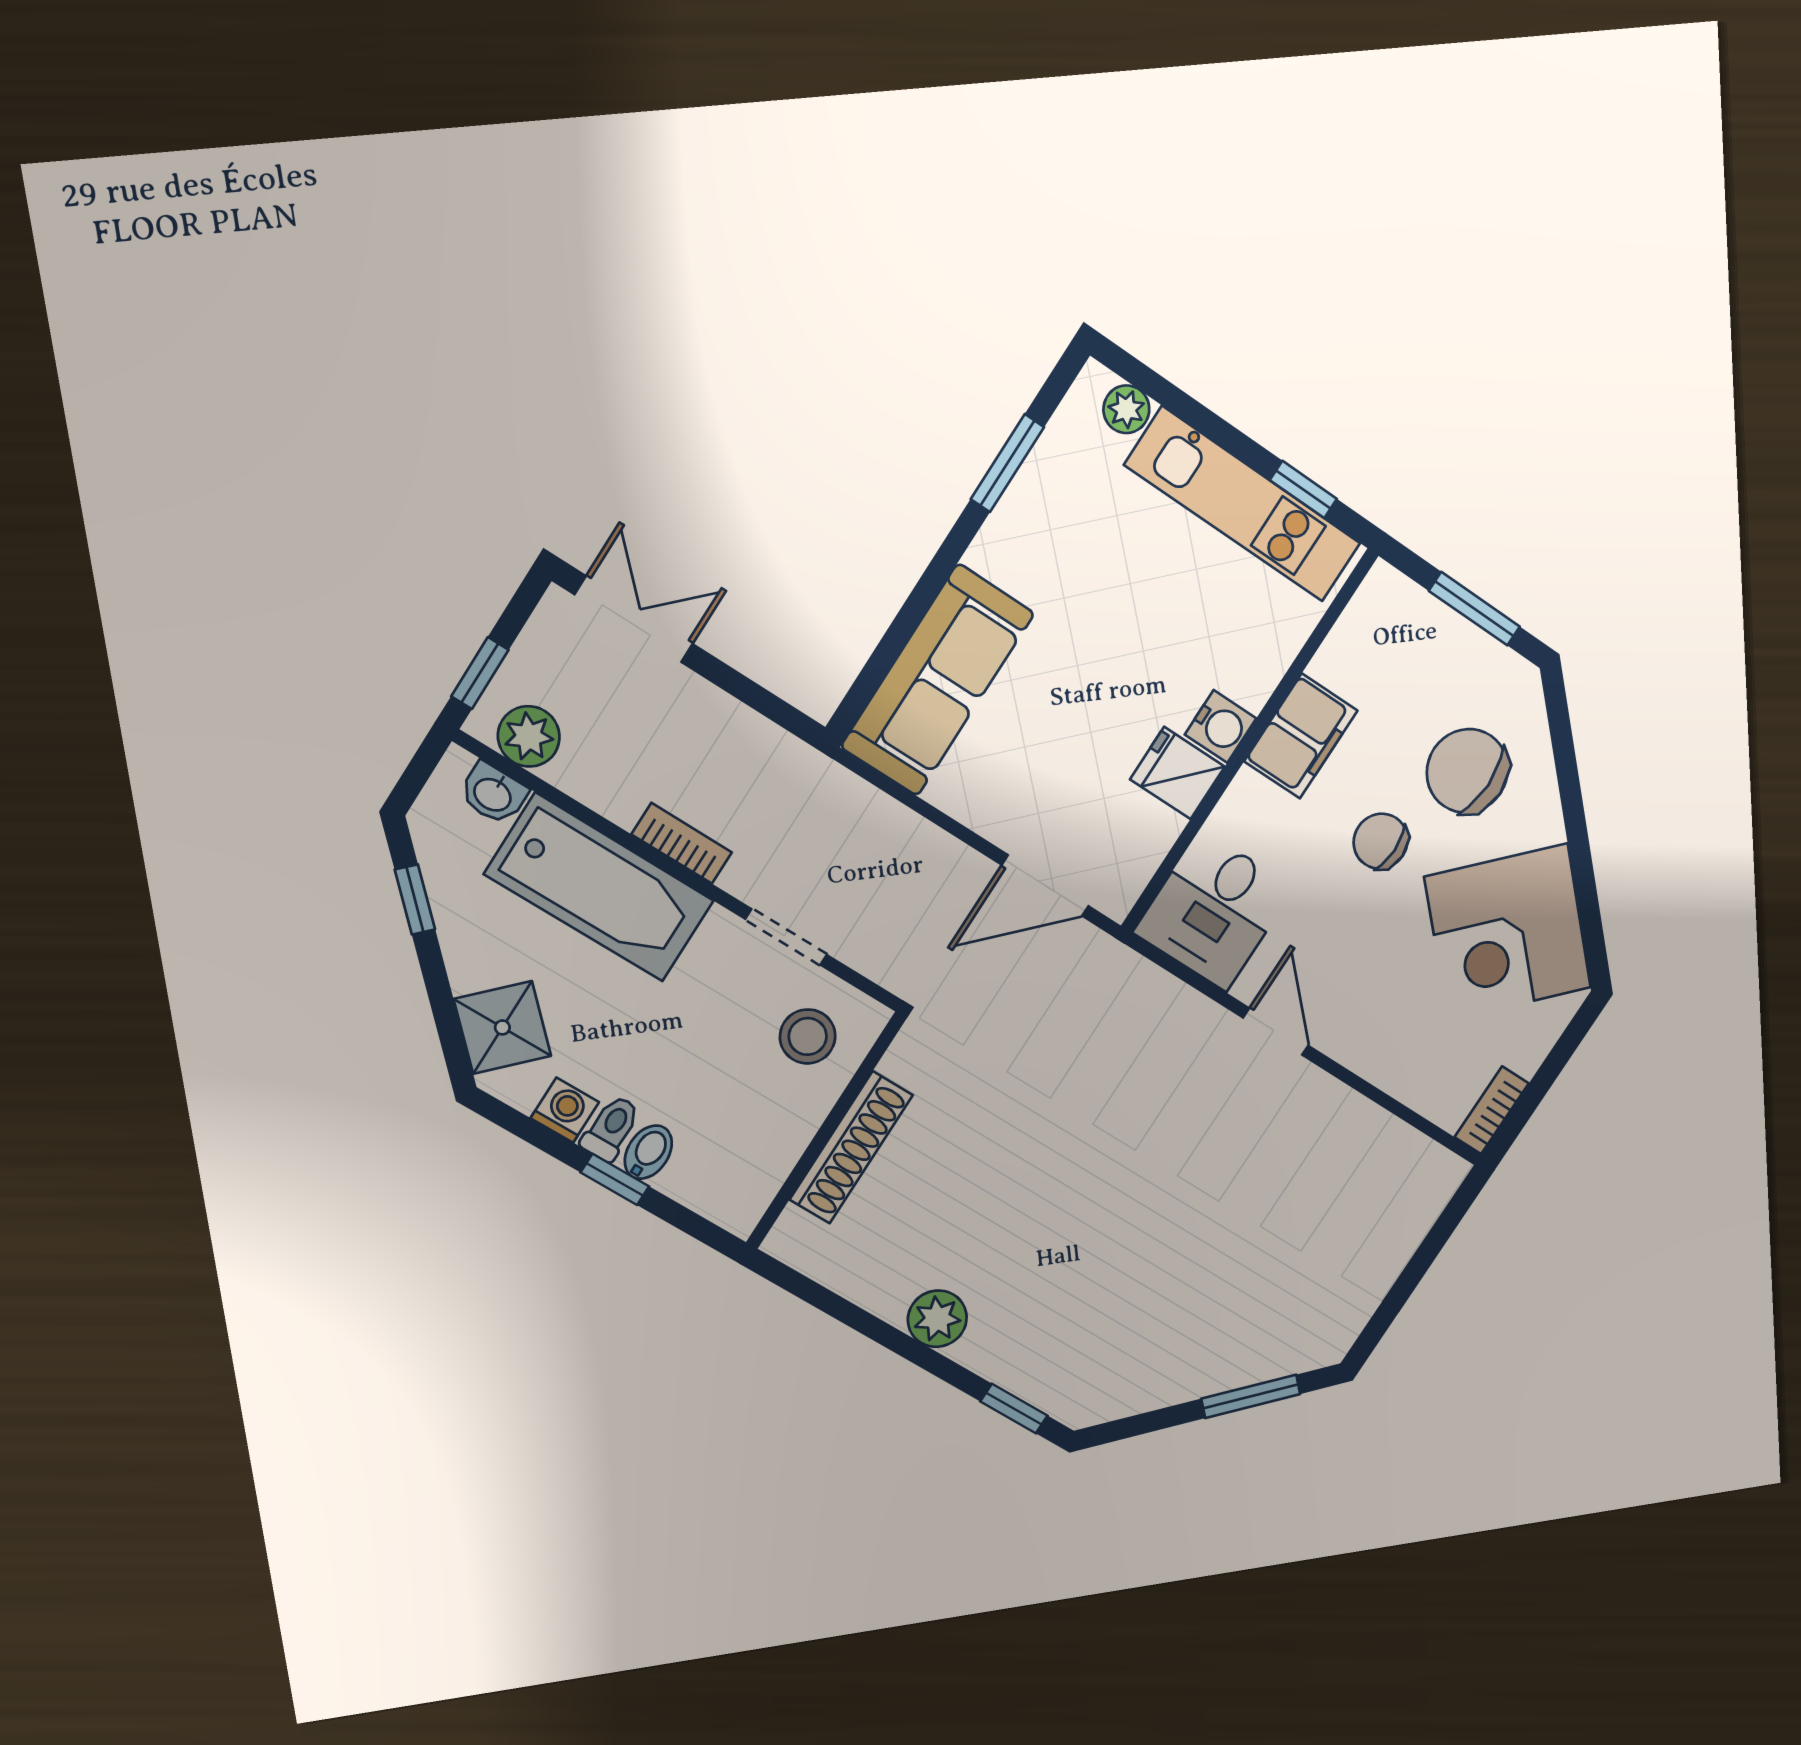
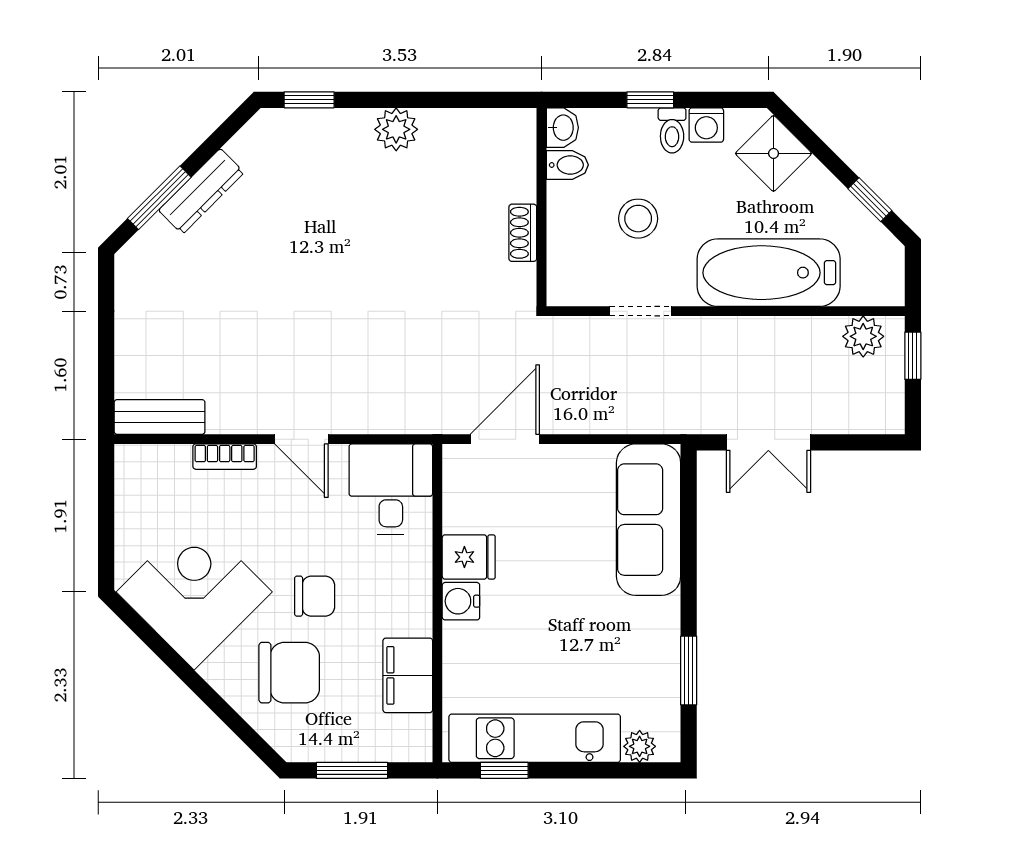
double door: (634, 619) -> (768, 442), moved
filing cabinet: (1301, 736) -> (408, 675), moved
washbasin: (493, 794) -> (562, 128), moved, turned 90
bookcase: (682, 843) -> (737, 329), removed
stool: (808, 1036) -> (638, 219), moved
bookcase: (1492, 1110) -> (225, 457), moved, turned 90
shoe rack: (851, 1147) -> (523, 233), width x0.51, depth x0.81
bidet: (648, 1152) -> (567, 165), moved, turned -90
bench: (1413, 1154) -> (160, 417), added
dresser: (1200, 1377) -> (201, 191), added

